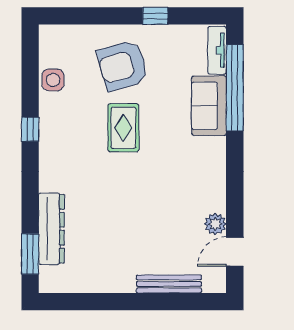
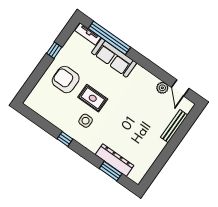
armchair: (123, 66) -> (66, 80), turned 106
side table: (53, 80) -> (86, 121), moved
sofa: (209, 106) -> (114, 58), width x1.36
window: (30, 254) -> (111, 171), moved

